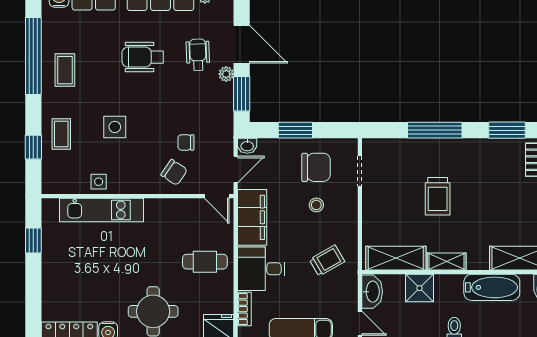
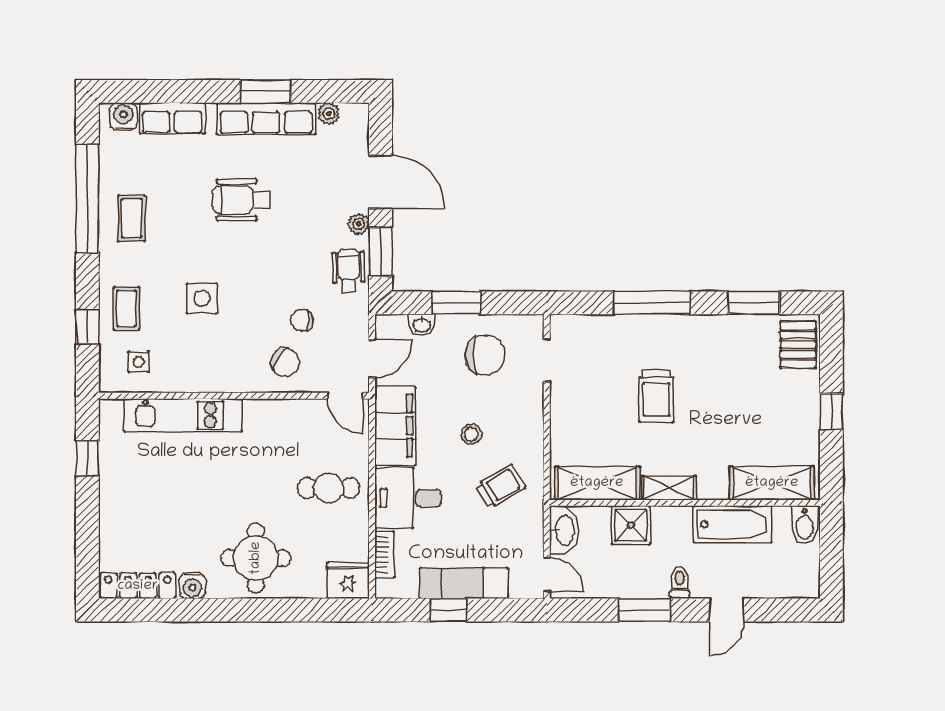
wheelchair: (198, 55) -> (349, 271), moved
washbasin: (247, 146) -> (422, 325), moved
side table: (99, 182) -> (139, 362), moved
stool: (316, 205) -> (471, 434), moved

